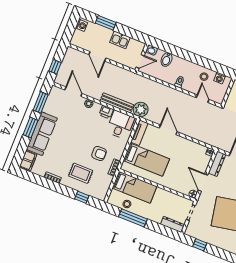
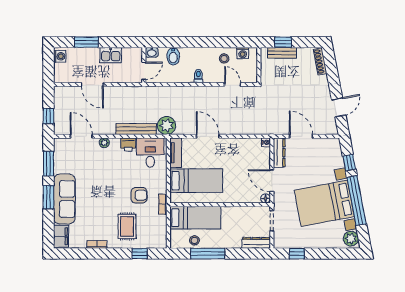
rug: (81, 173) -> (127, 226), turned 90

